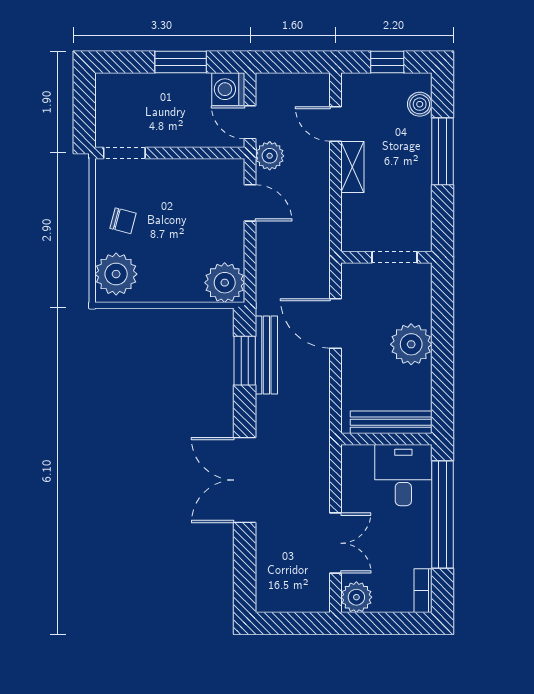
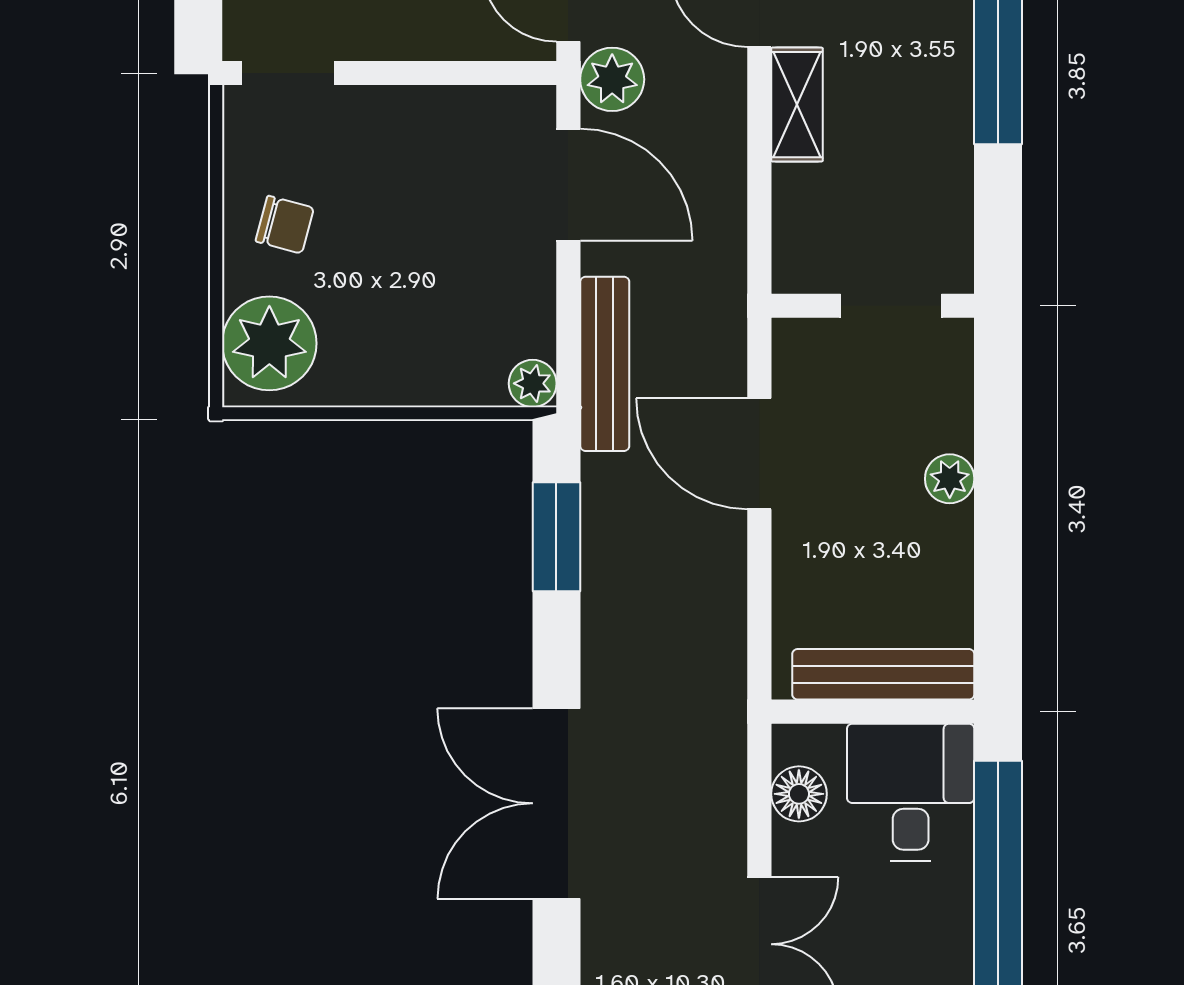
door: (250, 203) -> (568, 185), width x1.38
plant: (225, 283) -> (533, 383), width x0.53, depth x0.53
plant: (411, 344) -> (950, 479), width x0.53, depth x0.53
bench: (266, 355) -> (605, 364), moved
floor lamp: (353, 476) -> (799, 794), added

